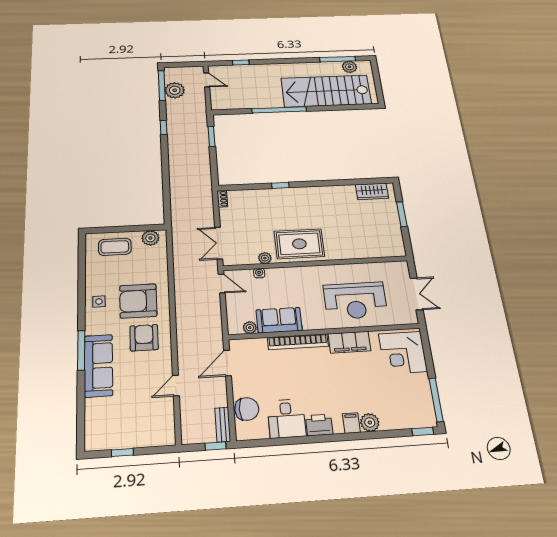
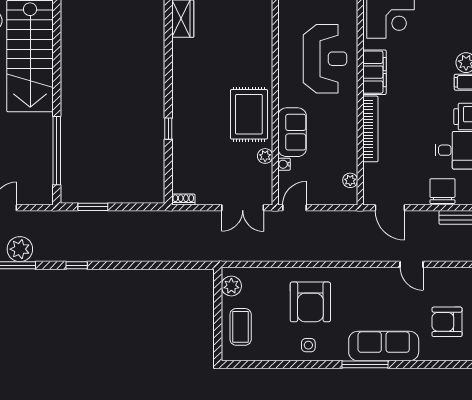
window: (279, 110) -> (57, 151), moved
sofa: (279, 320) -> (292, 132), moved, turned 180
armchair: (144, 338) -> (447, 322), moved

